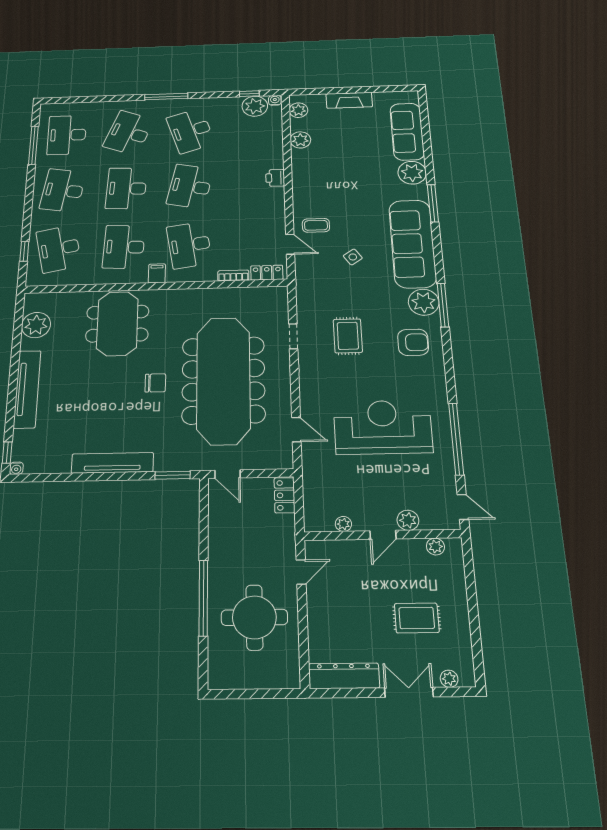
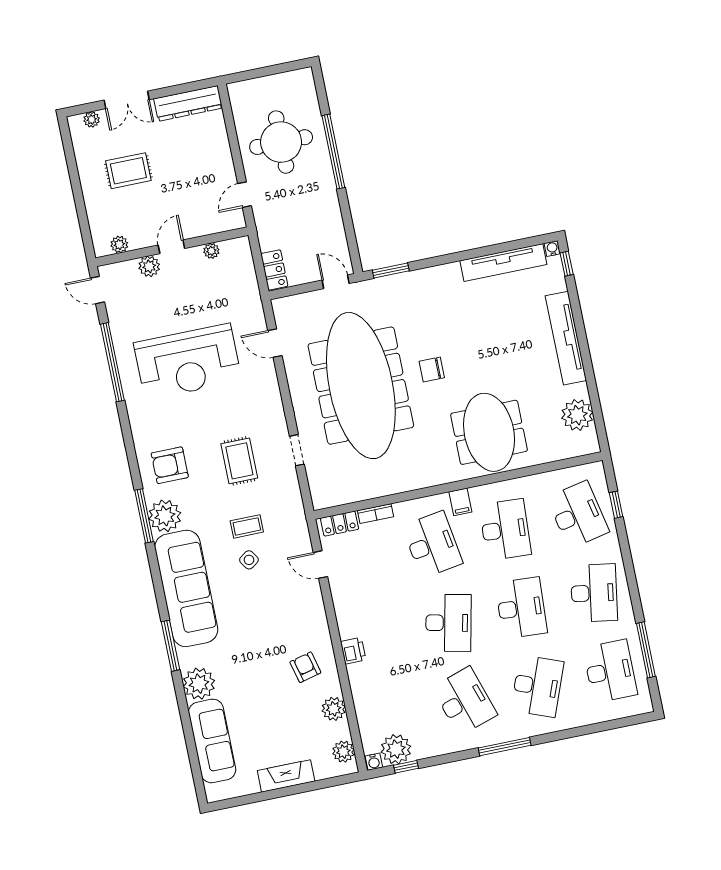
armchair: (318, 172) -> (305, 667), added
coffee table: (316, 225) -> (247, 526), moved
tv unit: (112, 463) -> (503, 263), moved

